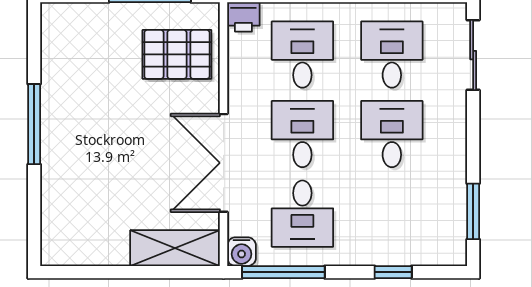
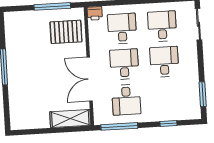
water cooler: (242, 252) -> (100, 118), removed

